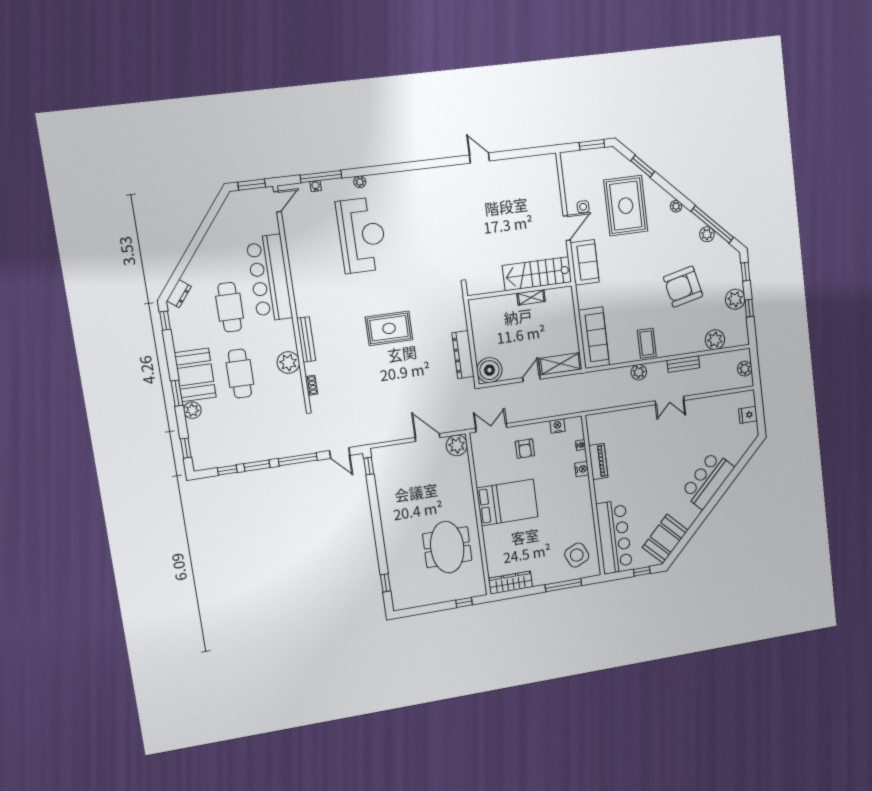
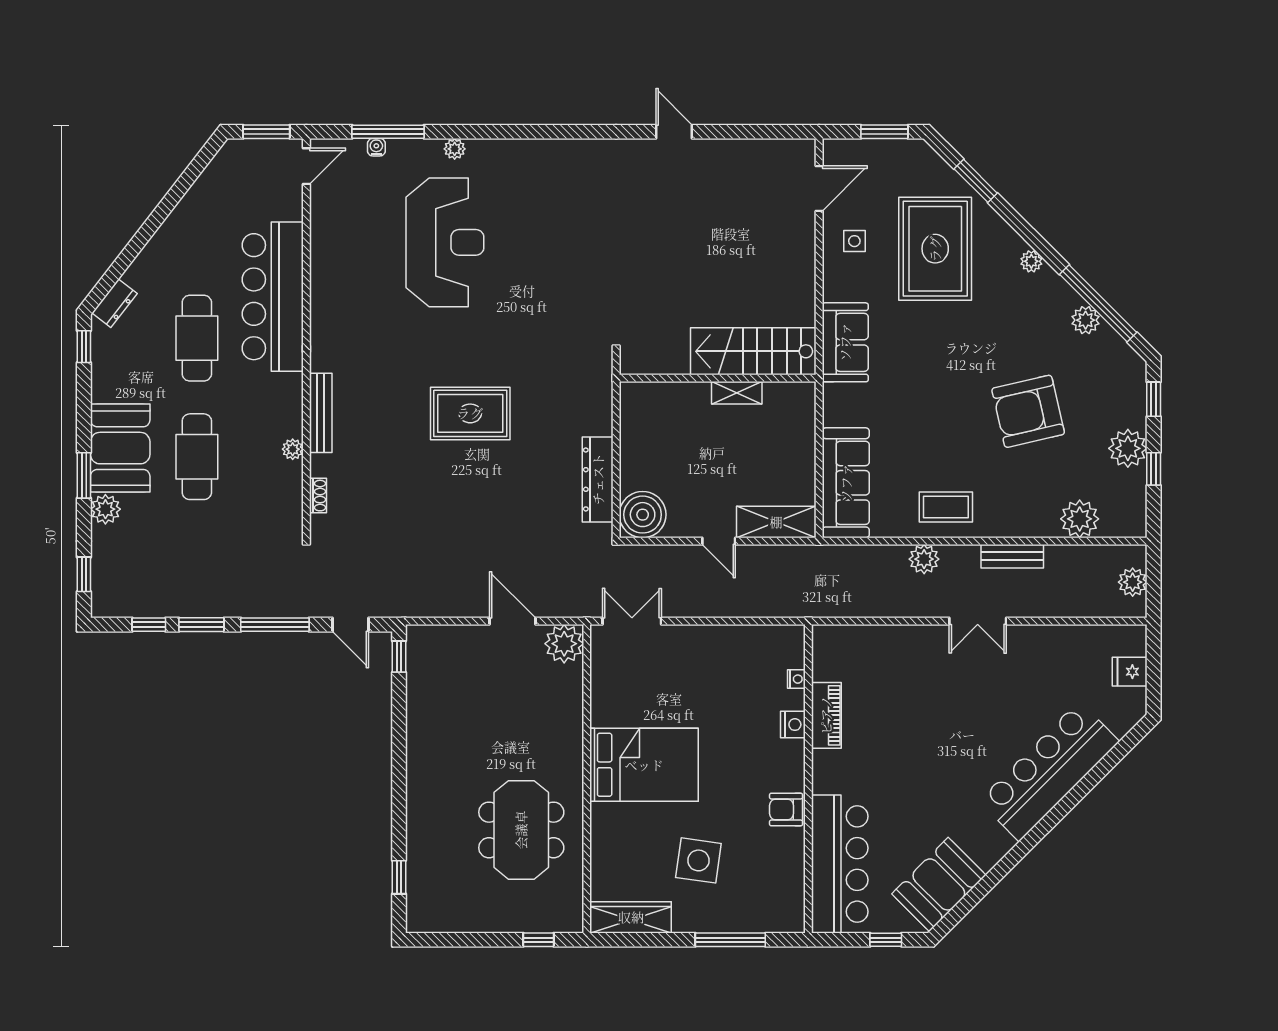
door: (567, 228) -> (819, 188), moved
coffee table: (647, 343) -> (946, 507), turned 90
plant: (288, 362) -> (293, 449), width x0.53, depth x0.53
door: (531, 378) -> (719, 541), swing flipped
nightstand: (558, 426) -> (757, 637), removed
armchair: (525, 449) -> (786, 810), moved, turned 90
bar counter: (708, 480) -> (1049, 771), width x1.36
side table: (577, 555) -> (698, 860), moved, turned 33

